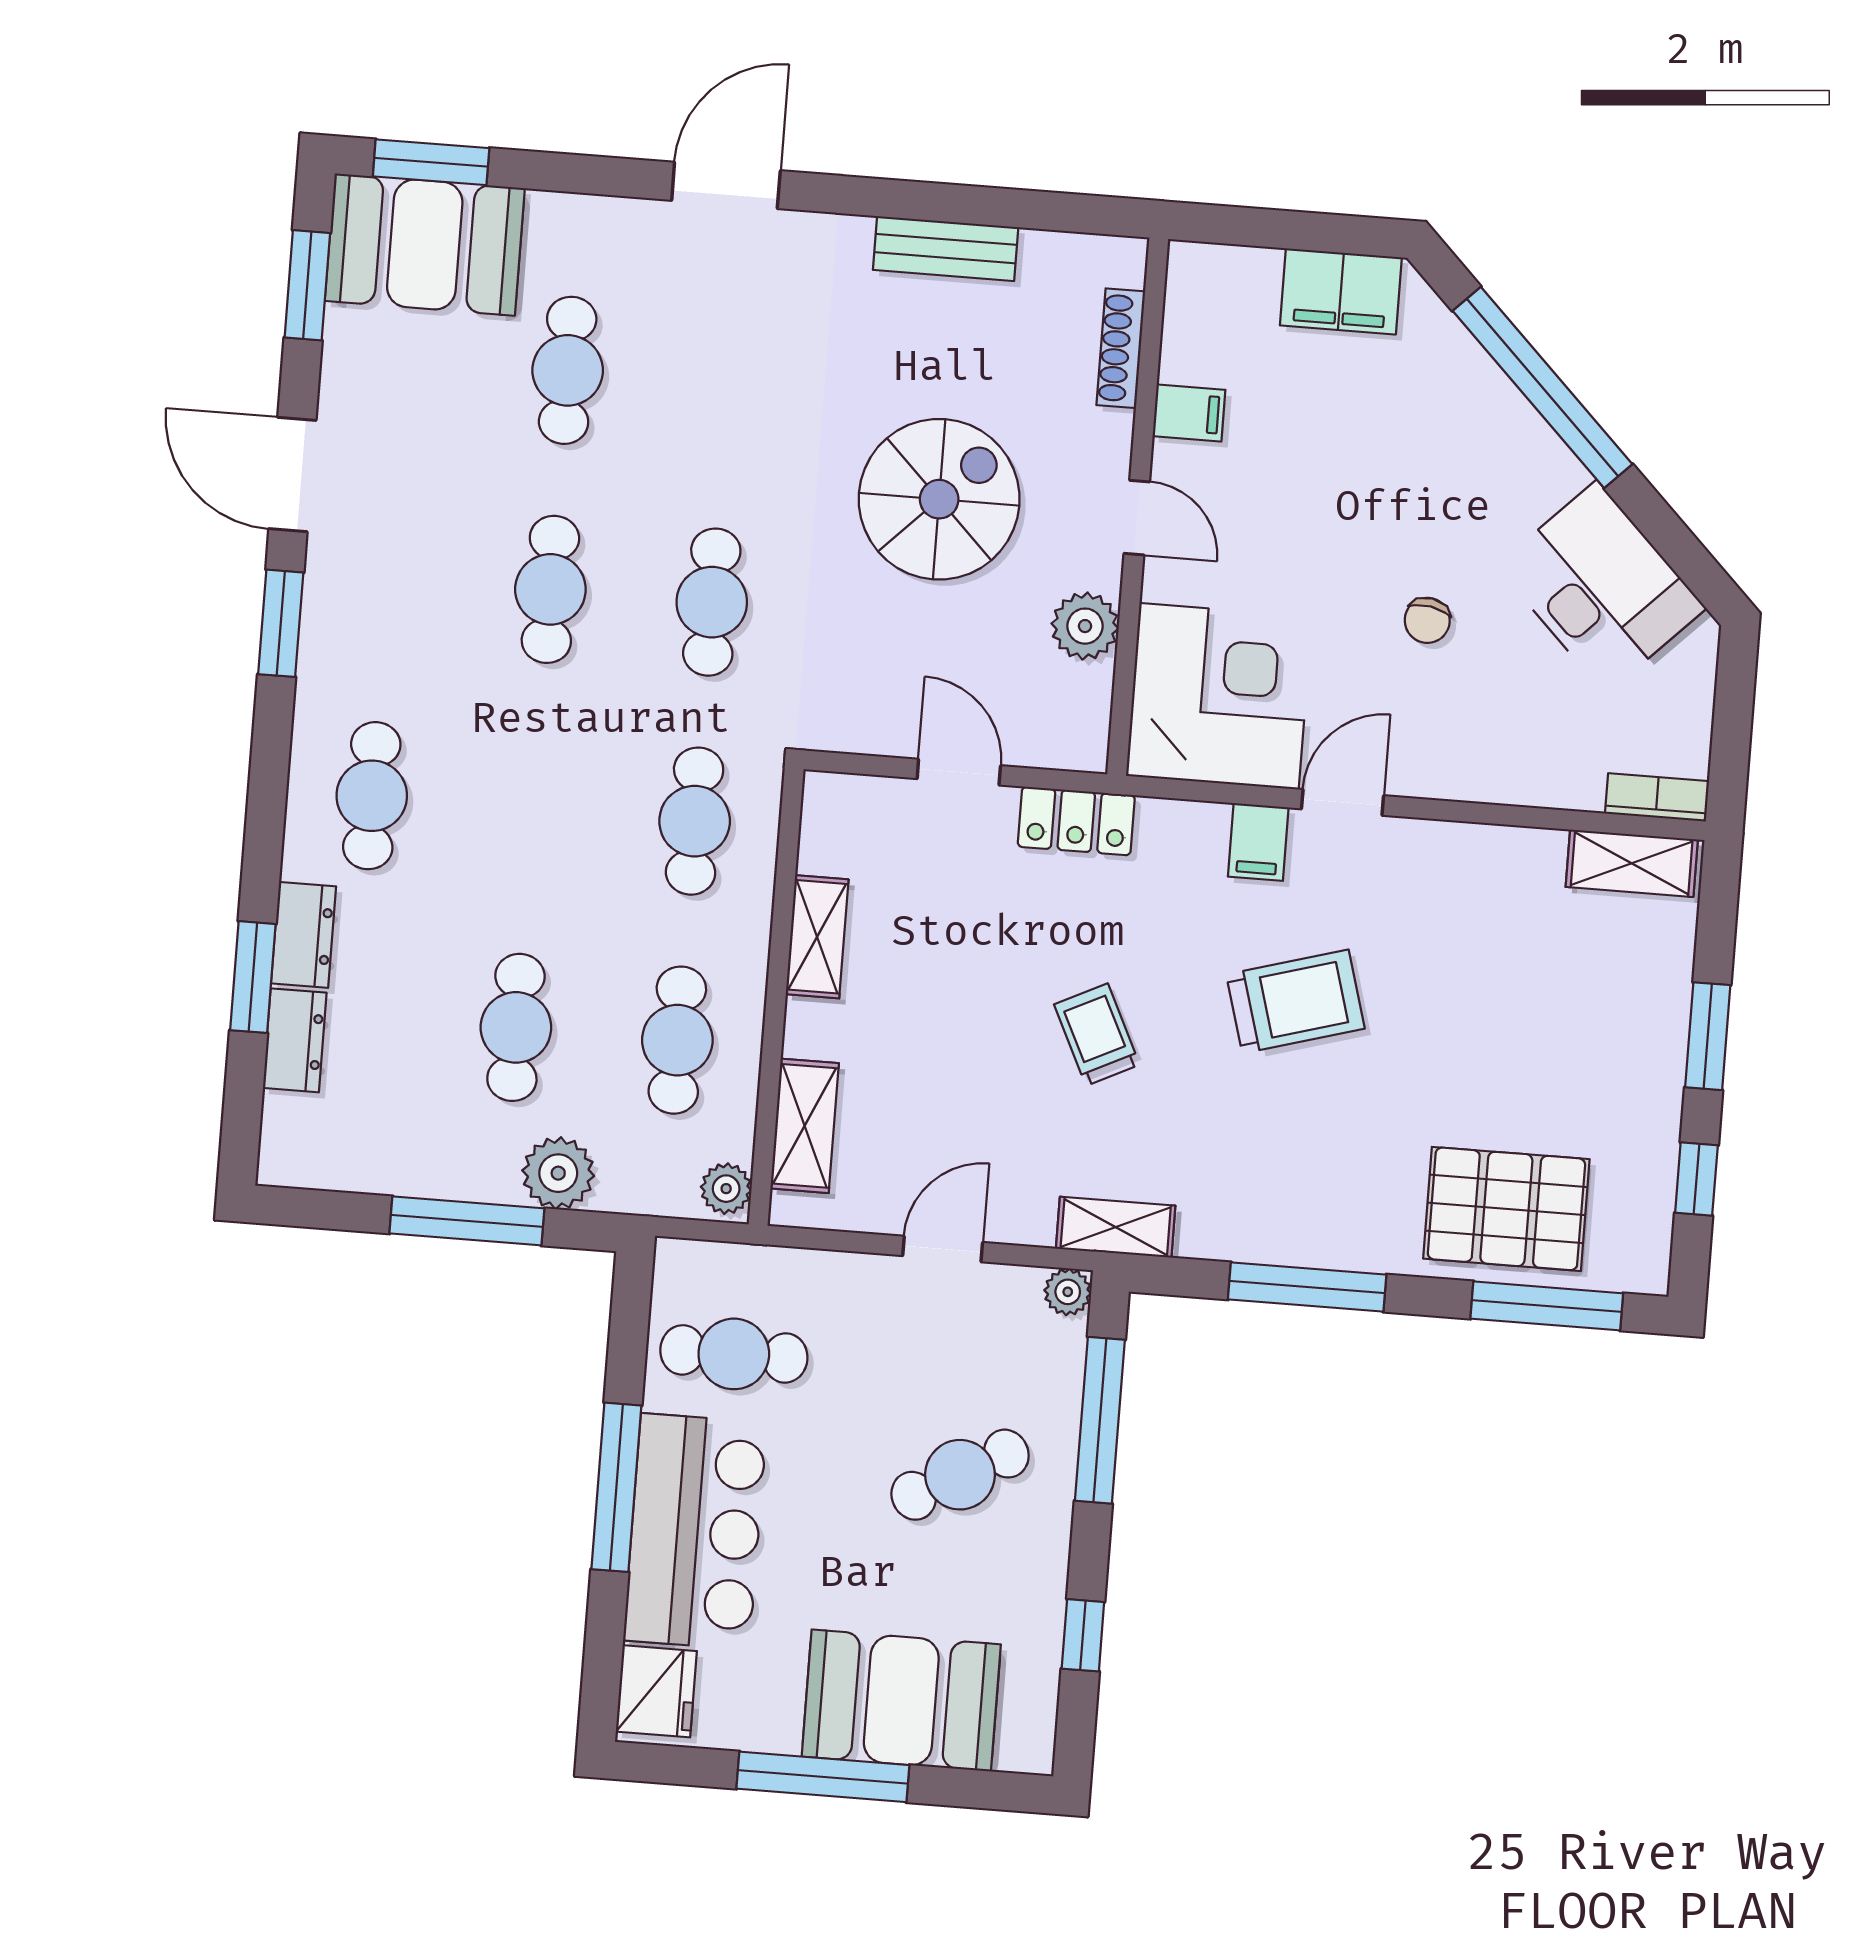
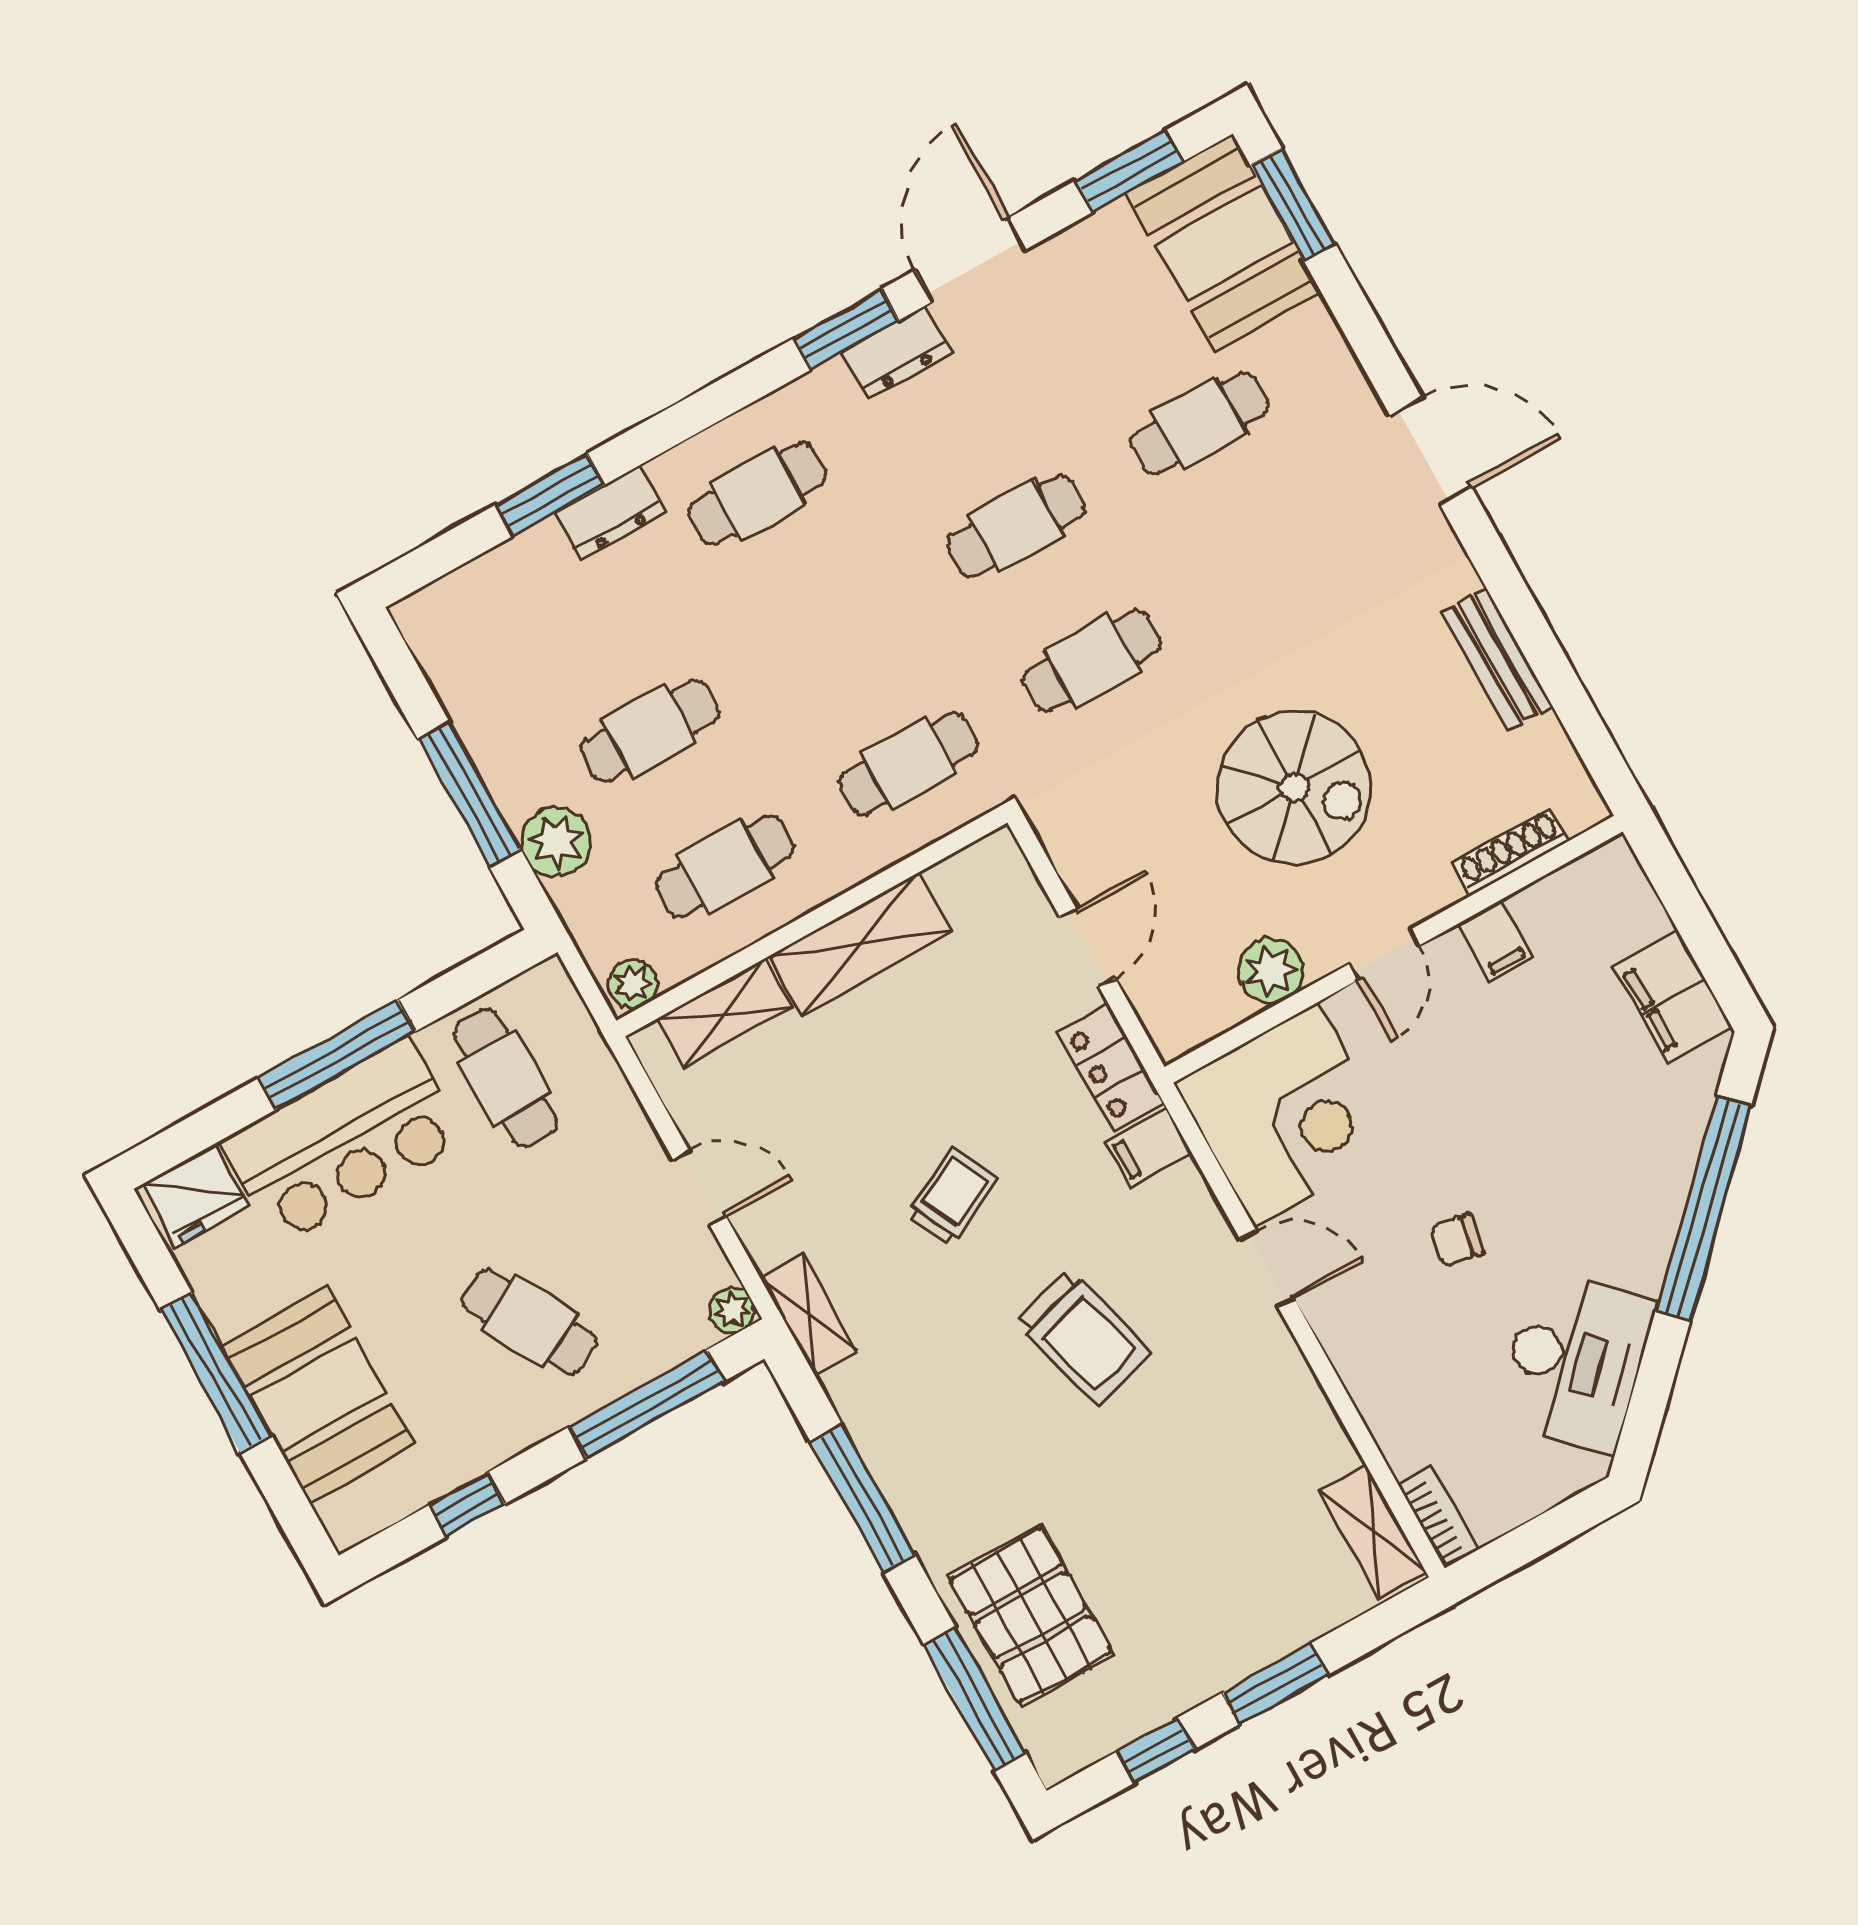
filing cabinet: (1258, 842) -> (1149, 1148), moved
shelving: (817, 937) -> (861, 944), width x1.50, depth x1.33
dresser: (295, 1040) -> (897, 352), moved

